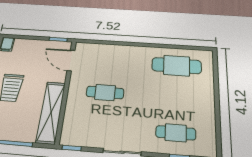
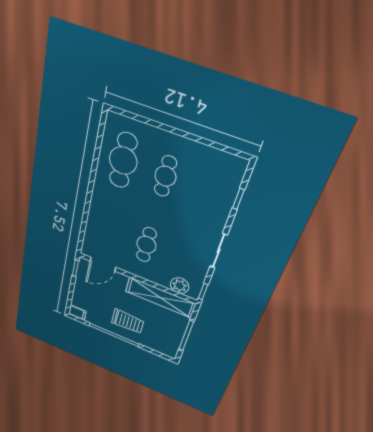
plant: (71, 126) -> (180, 286), added
cafe table: (176, 133) -> (165, 176), moved

